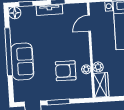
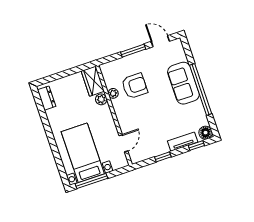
tv unit: (49, 10) -> (183, 142), moved

